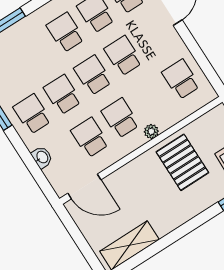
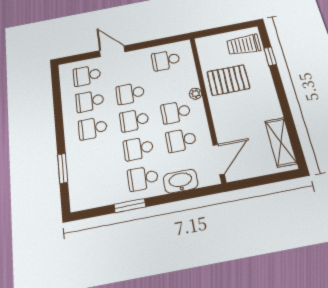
washbasin: (42, 157) -> (181, 181), width x1.91, depth x1.45

